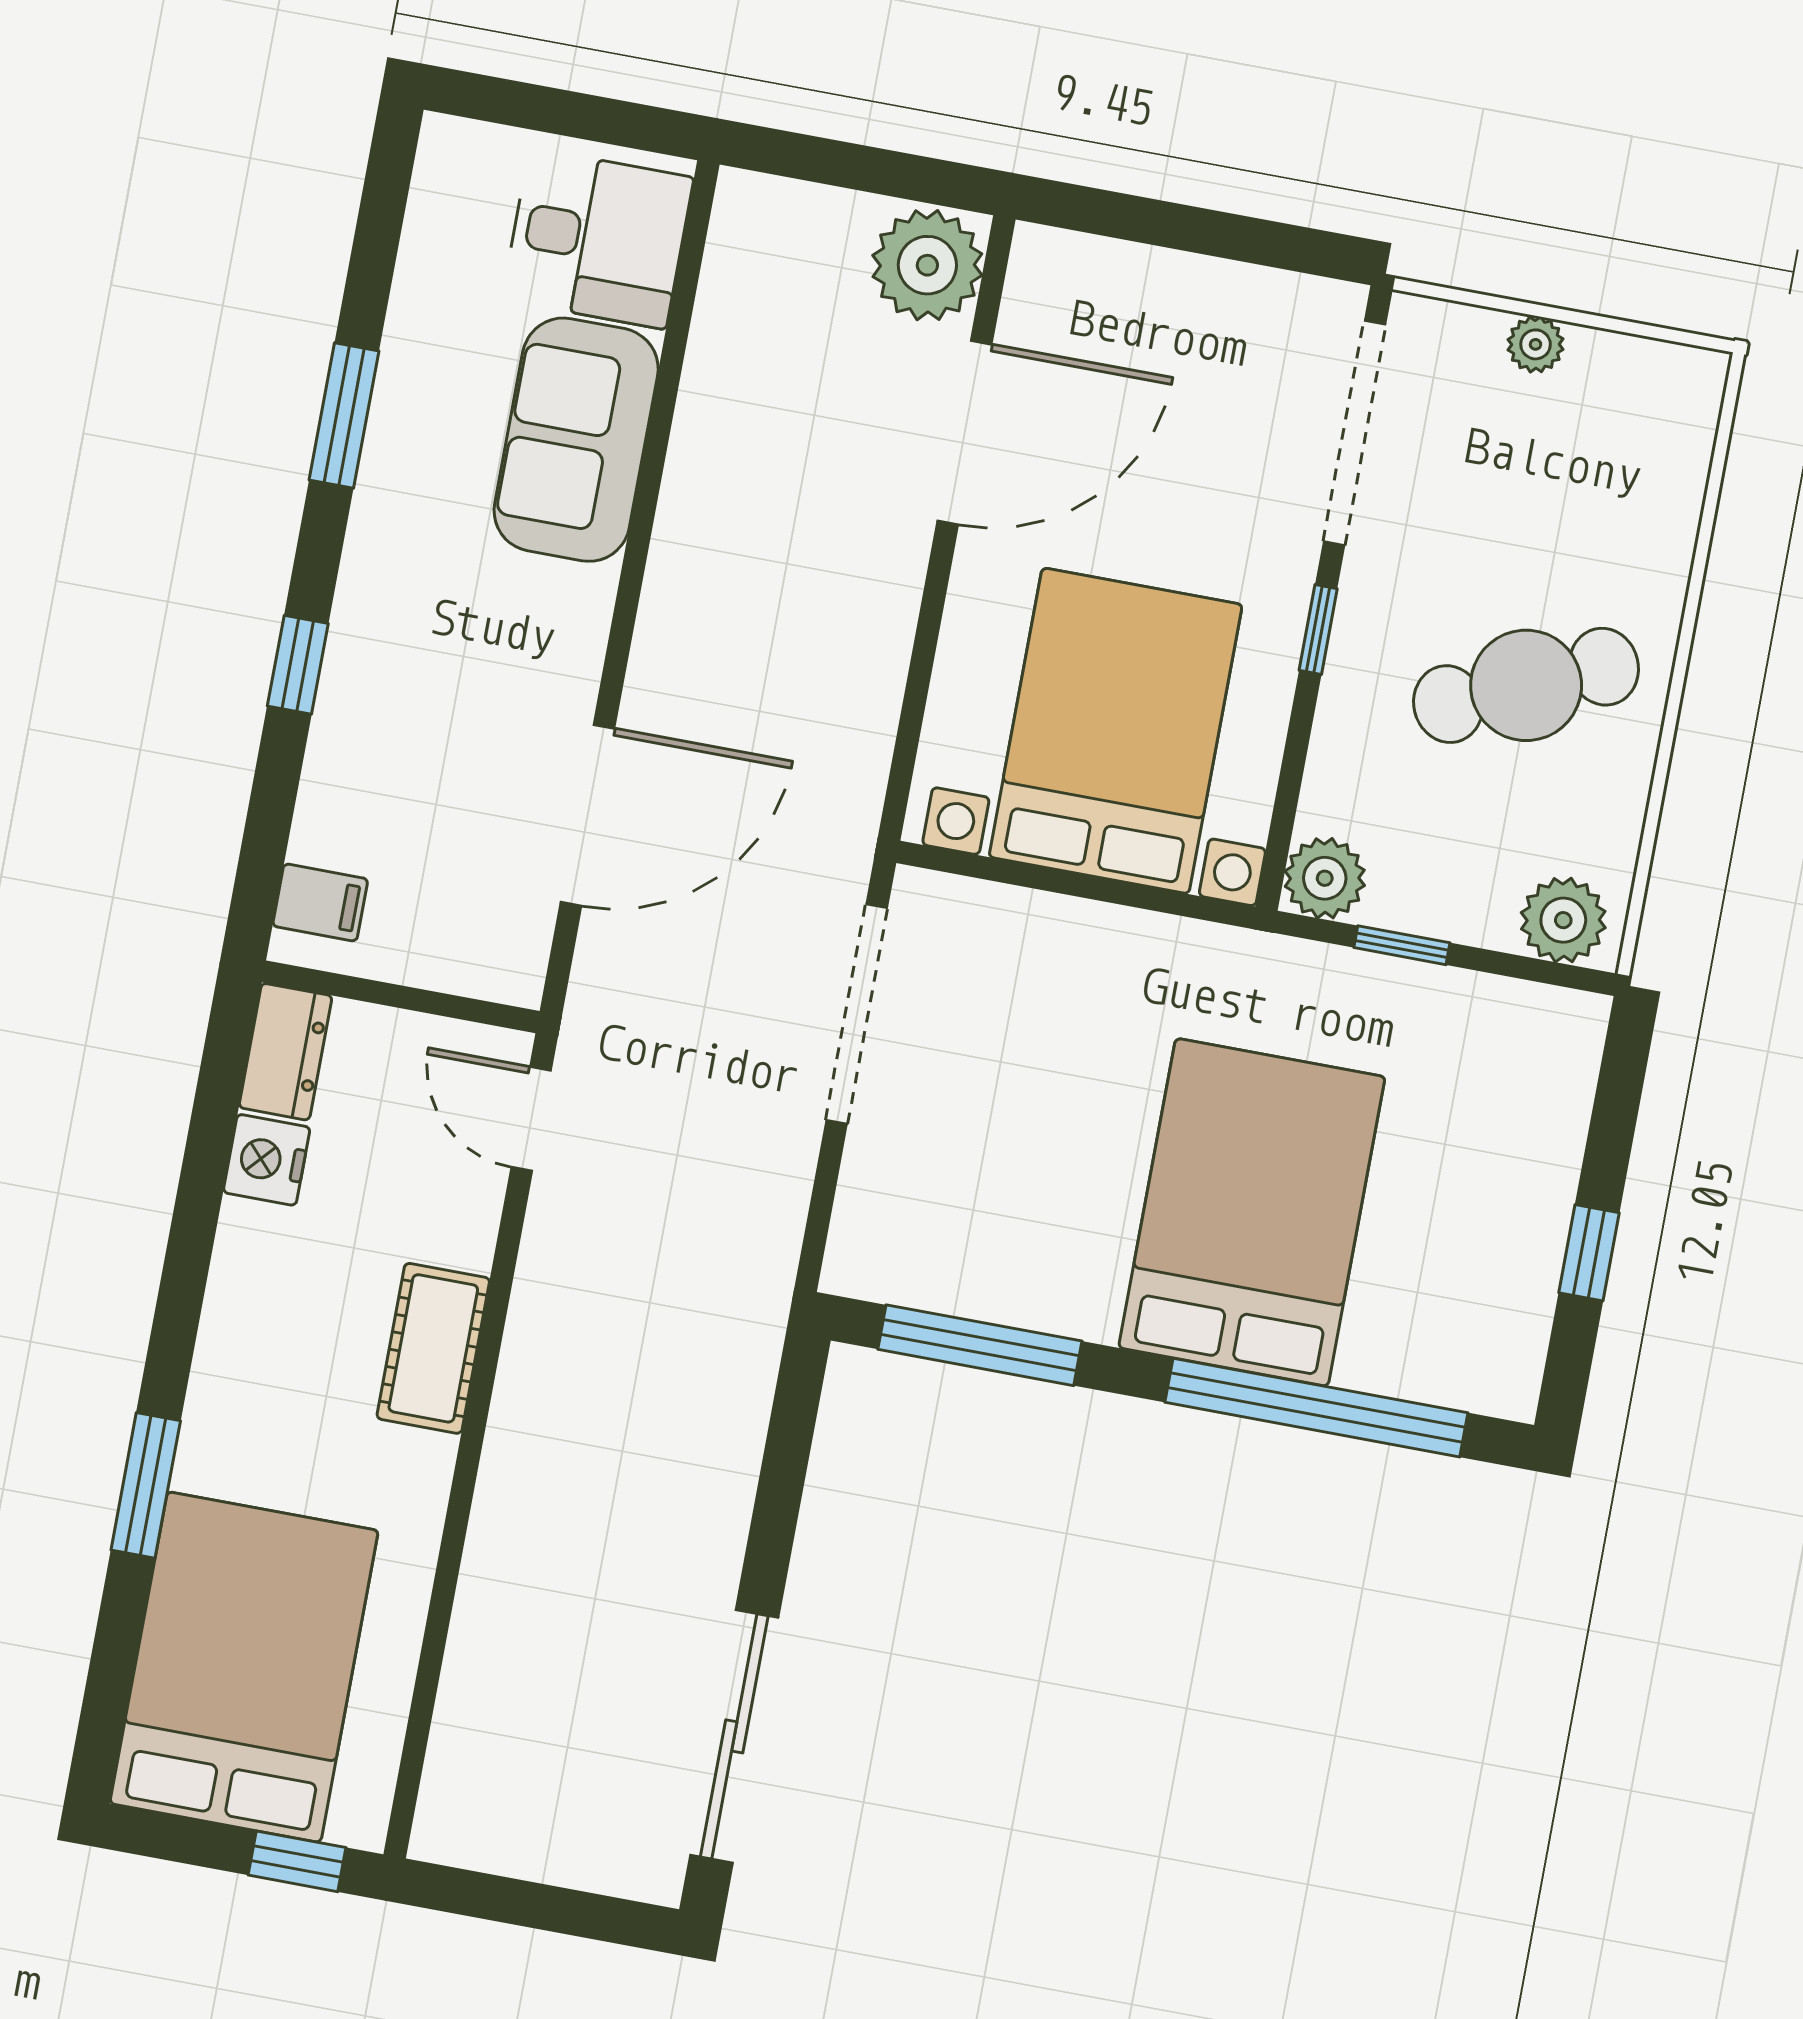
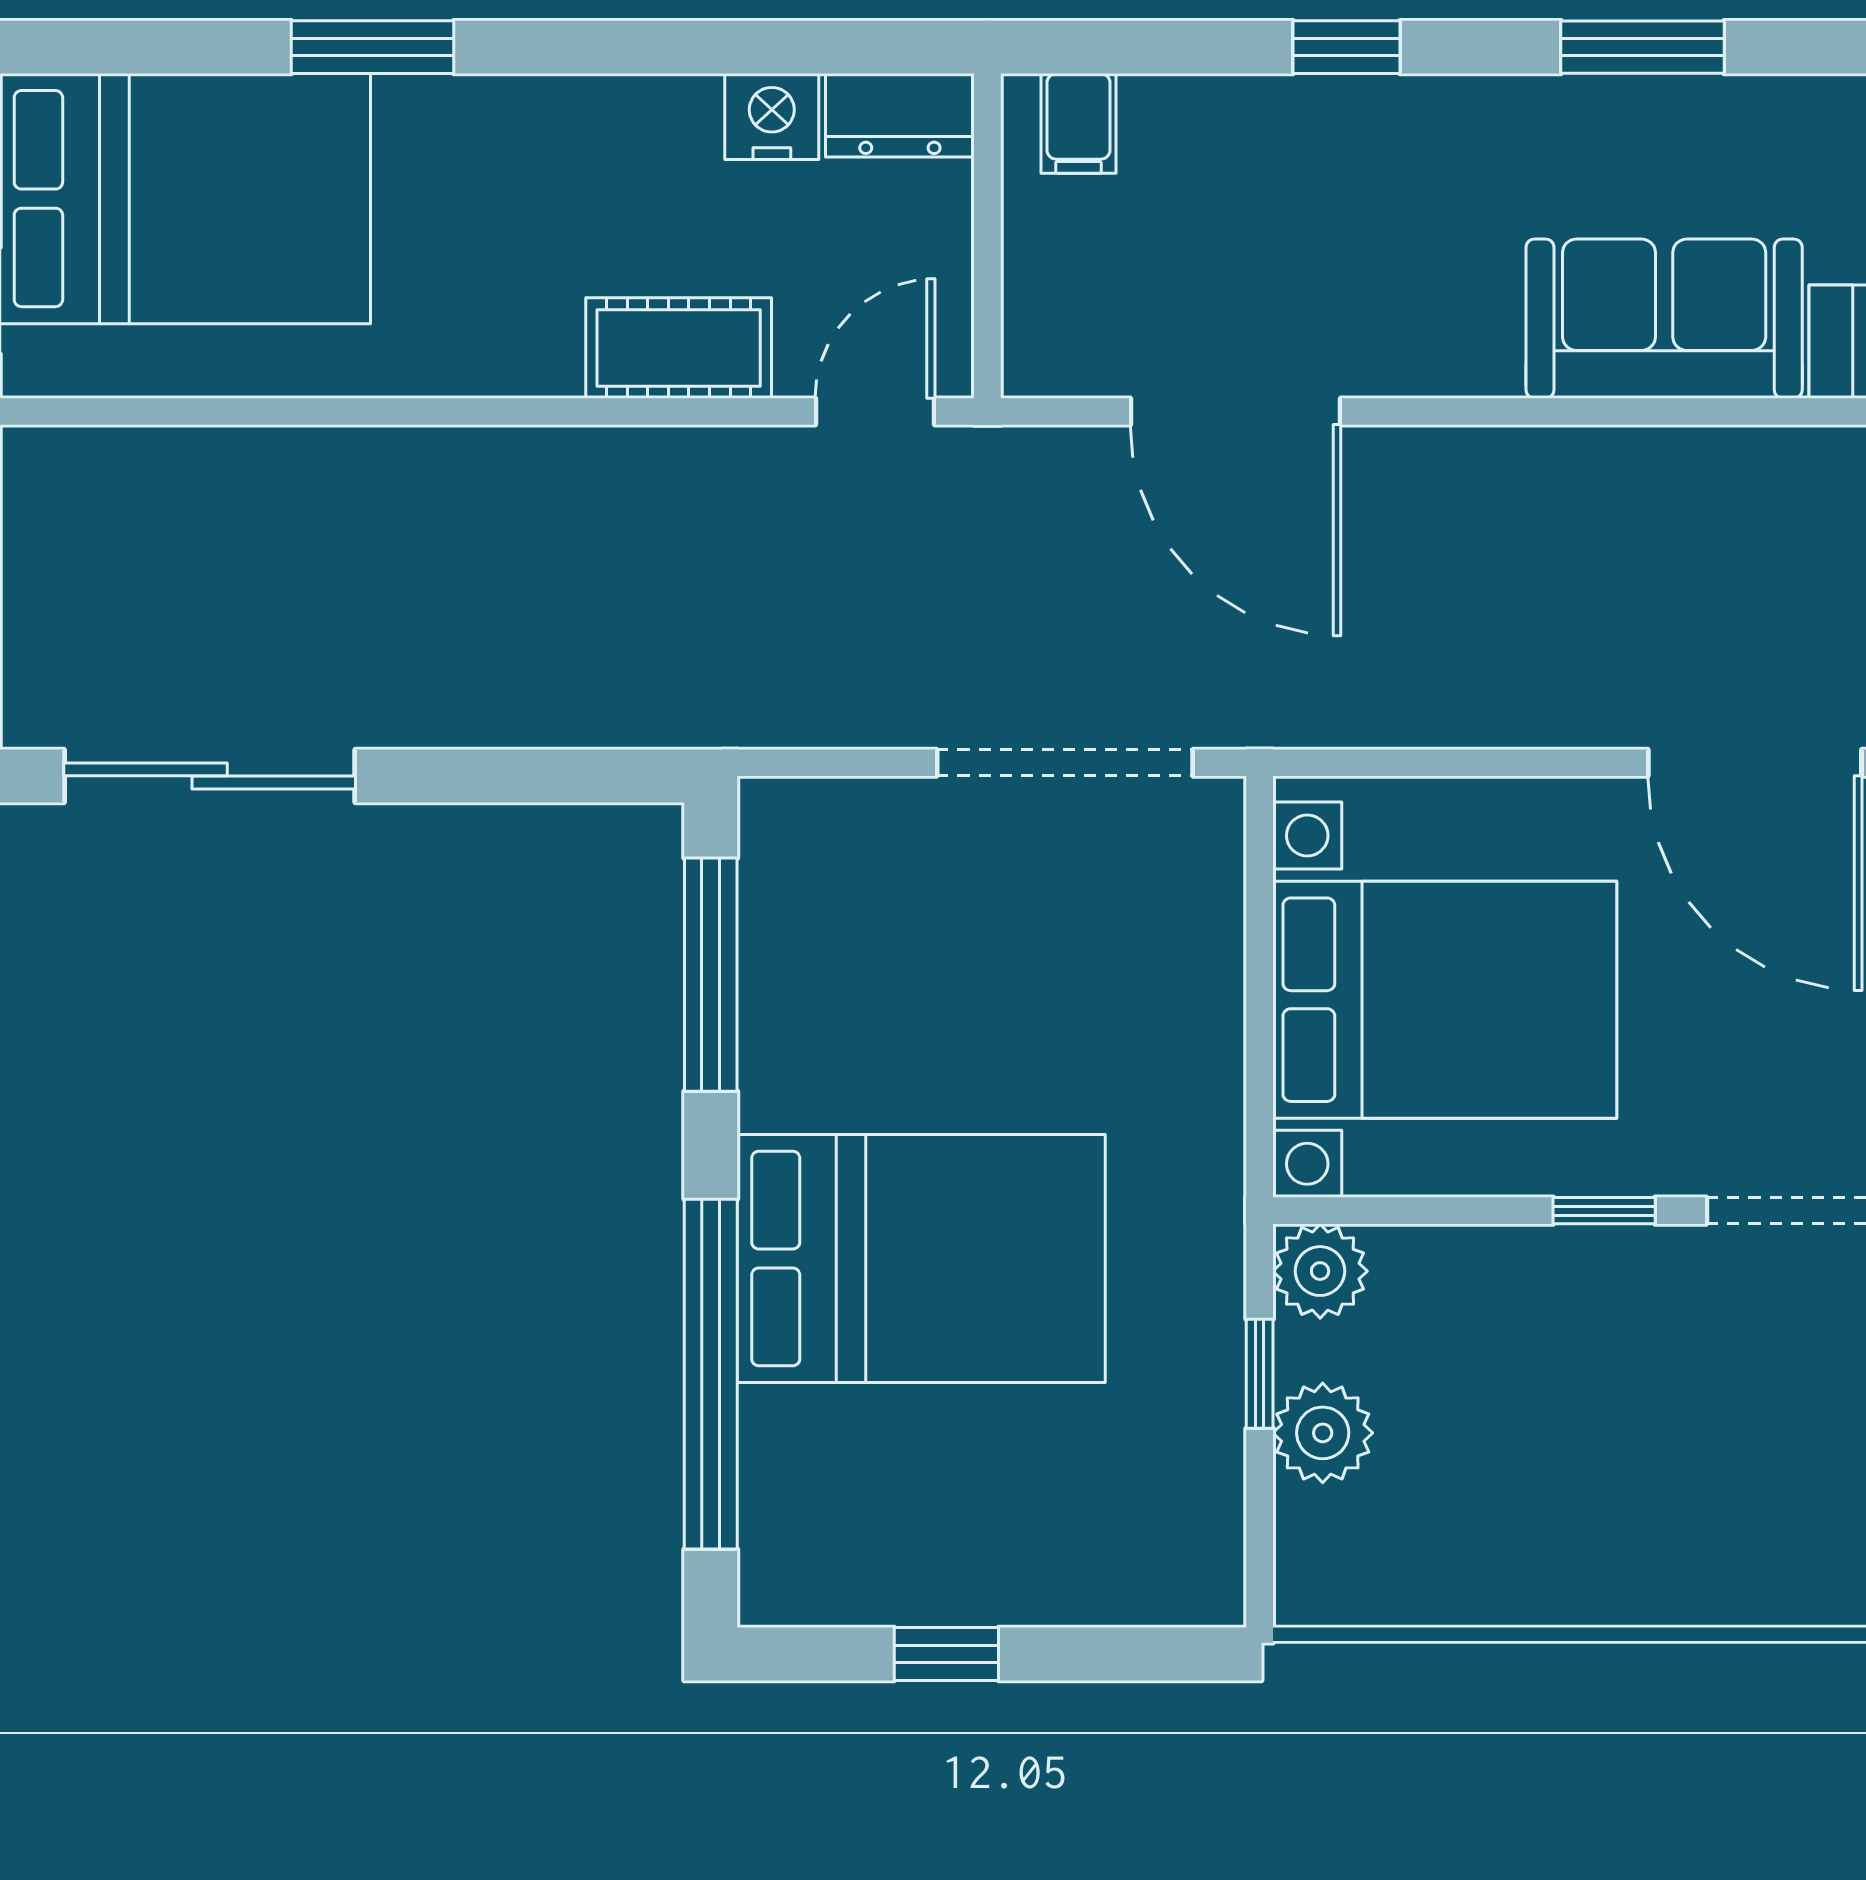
cafe table: (1526, 685) -> (1584, 1461), removed
plant: (1563, 920) -> (1323, 1433), moved
cot: (433, 1348) -> (679, 348), moved

